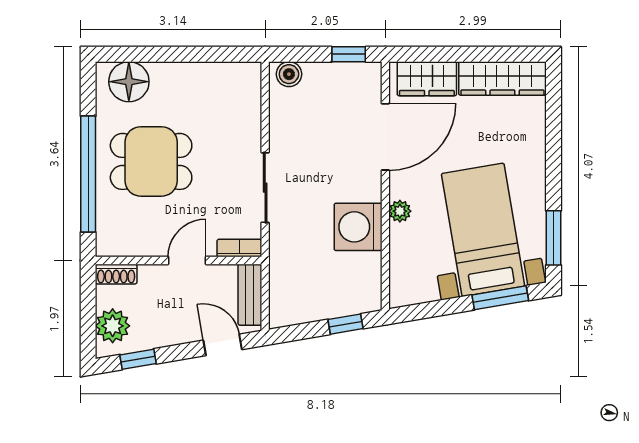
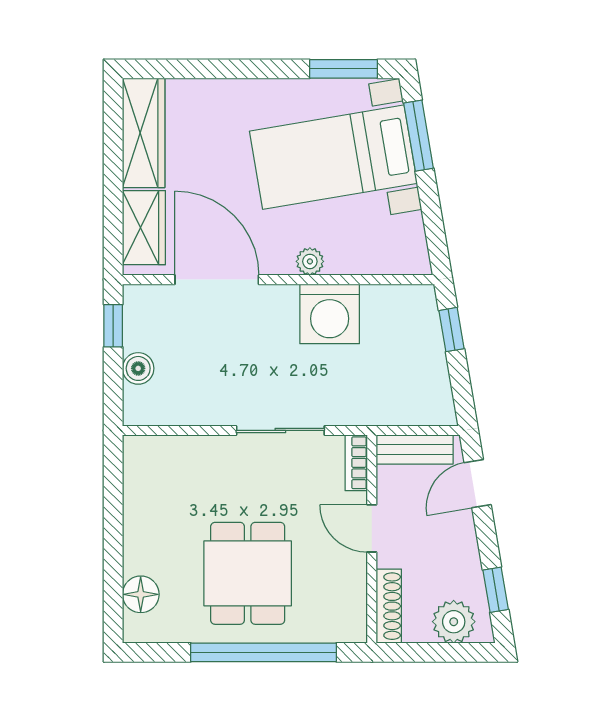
boiler: (289, 74) -> (138, 368), moved
floor lamp: (129, 82) -> (141, 594), width x0.73, depth x0.73
shoe rack: (116, 274) -> (389, 606), width x1.43

